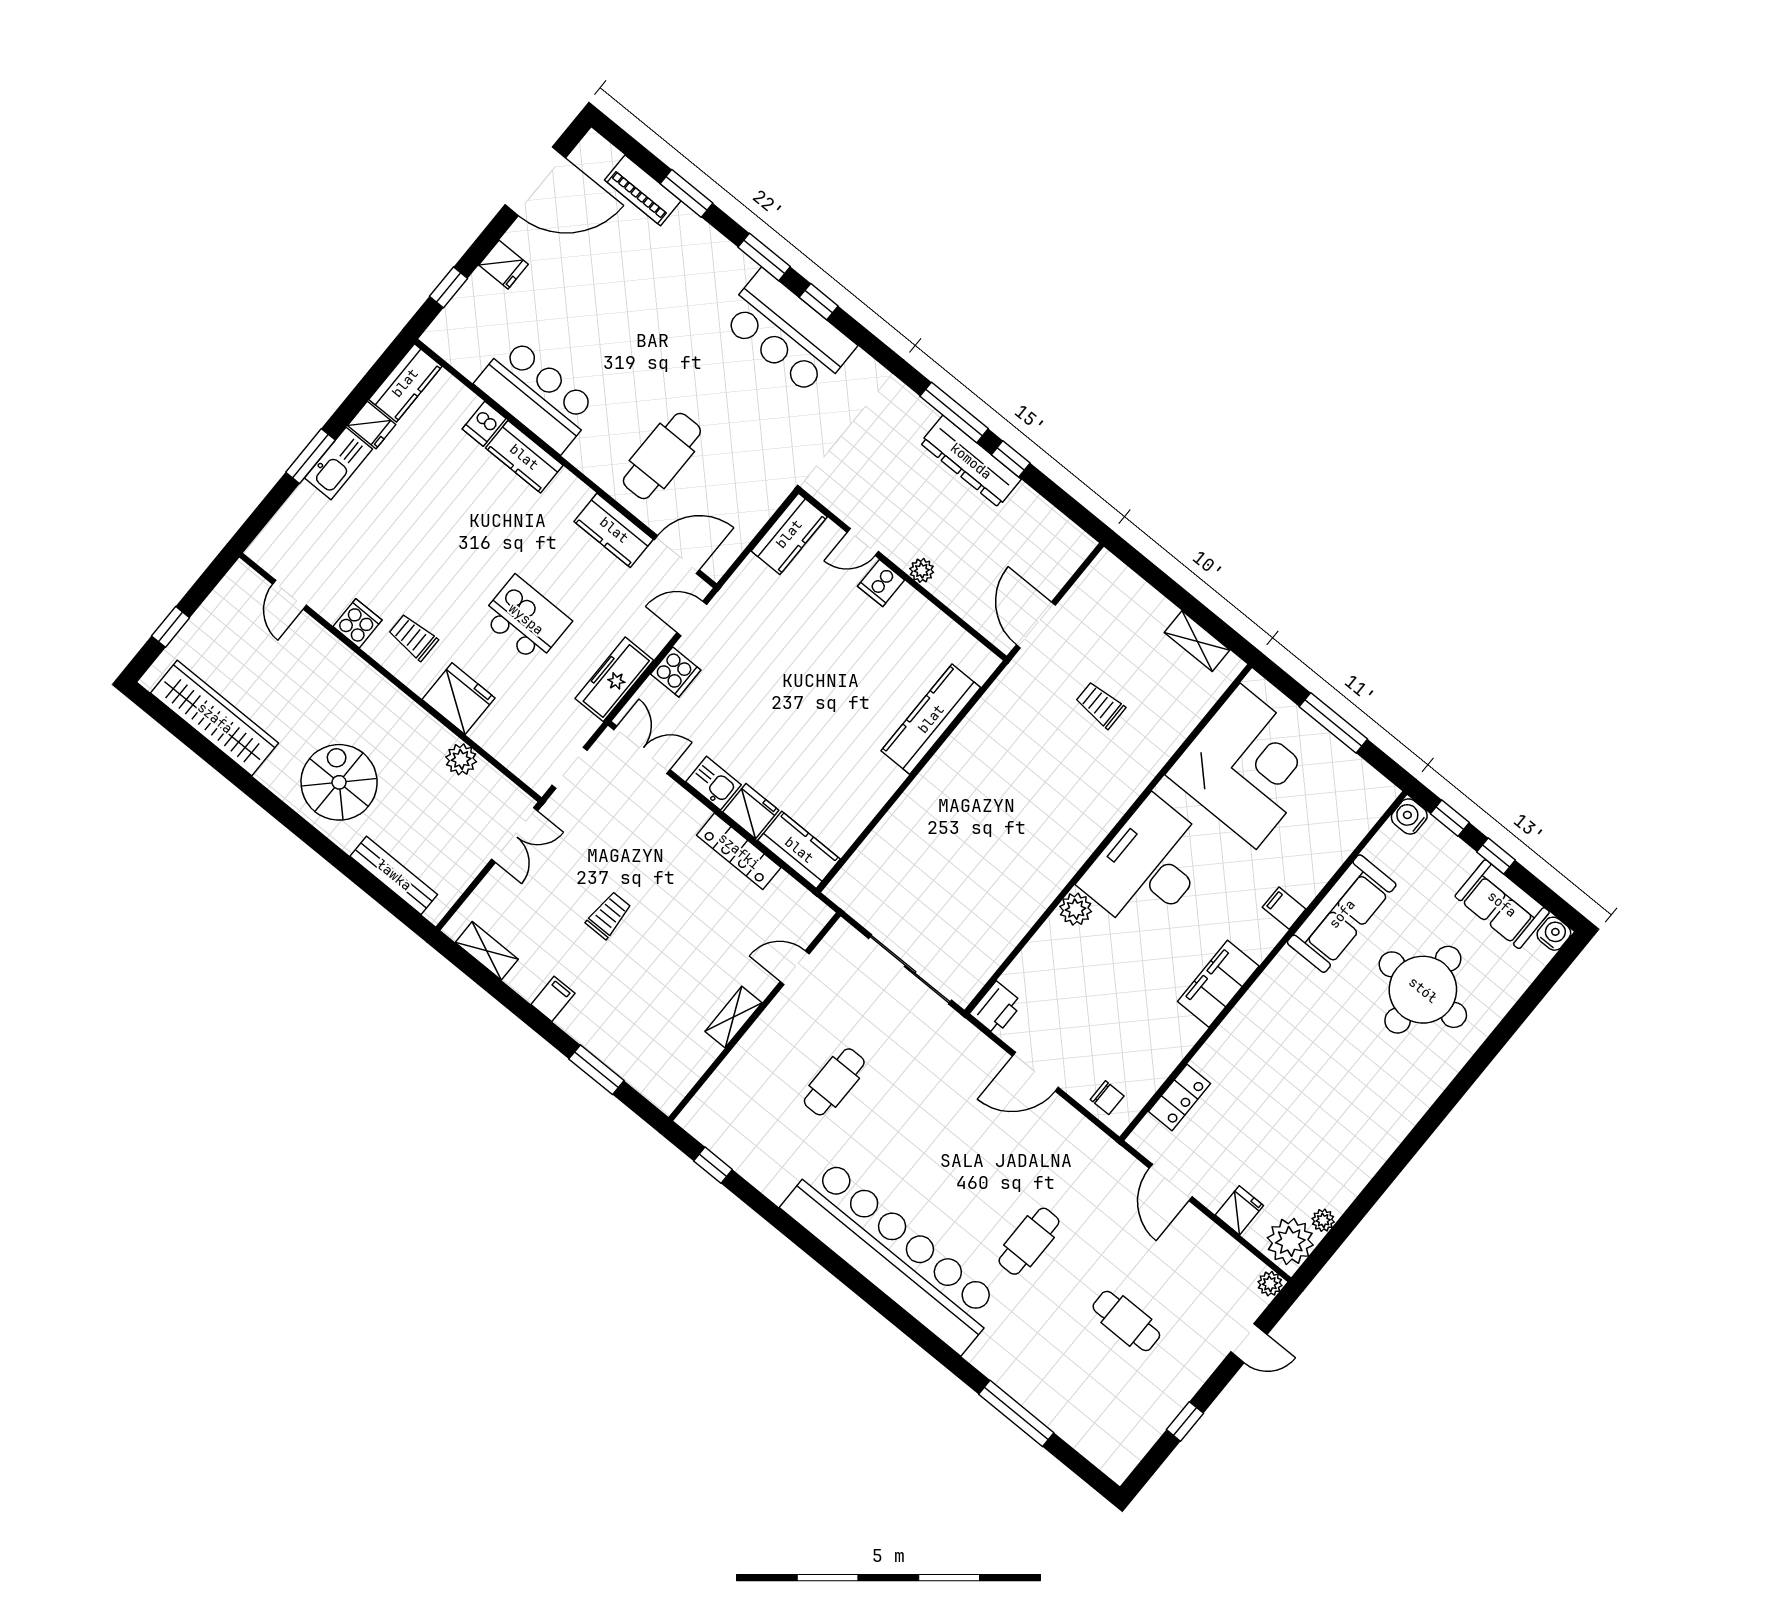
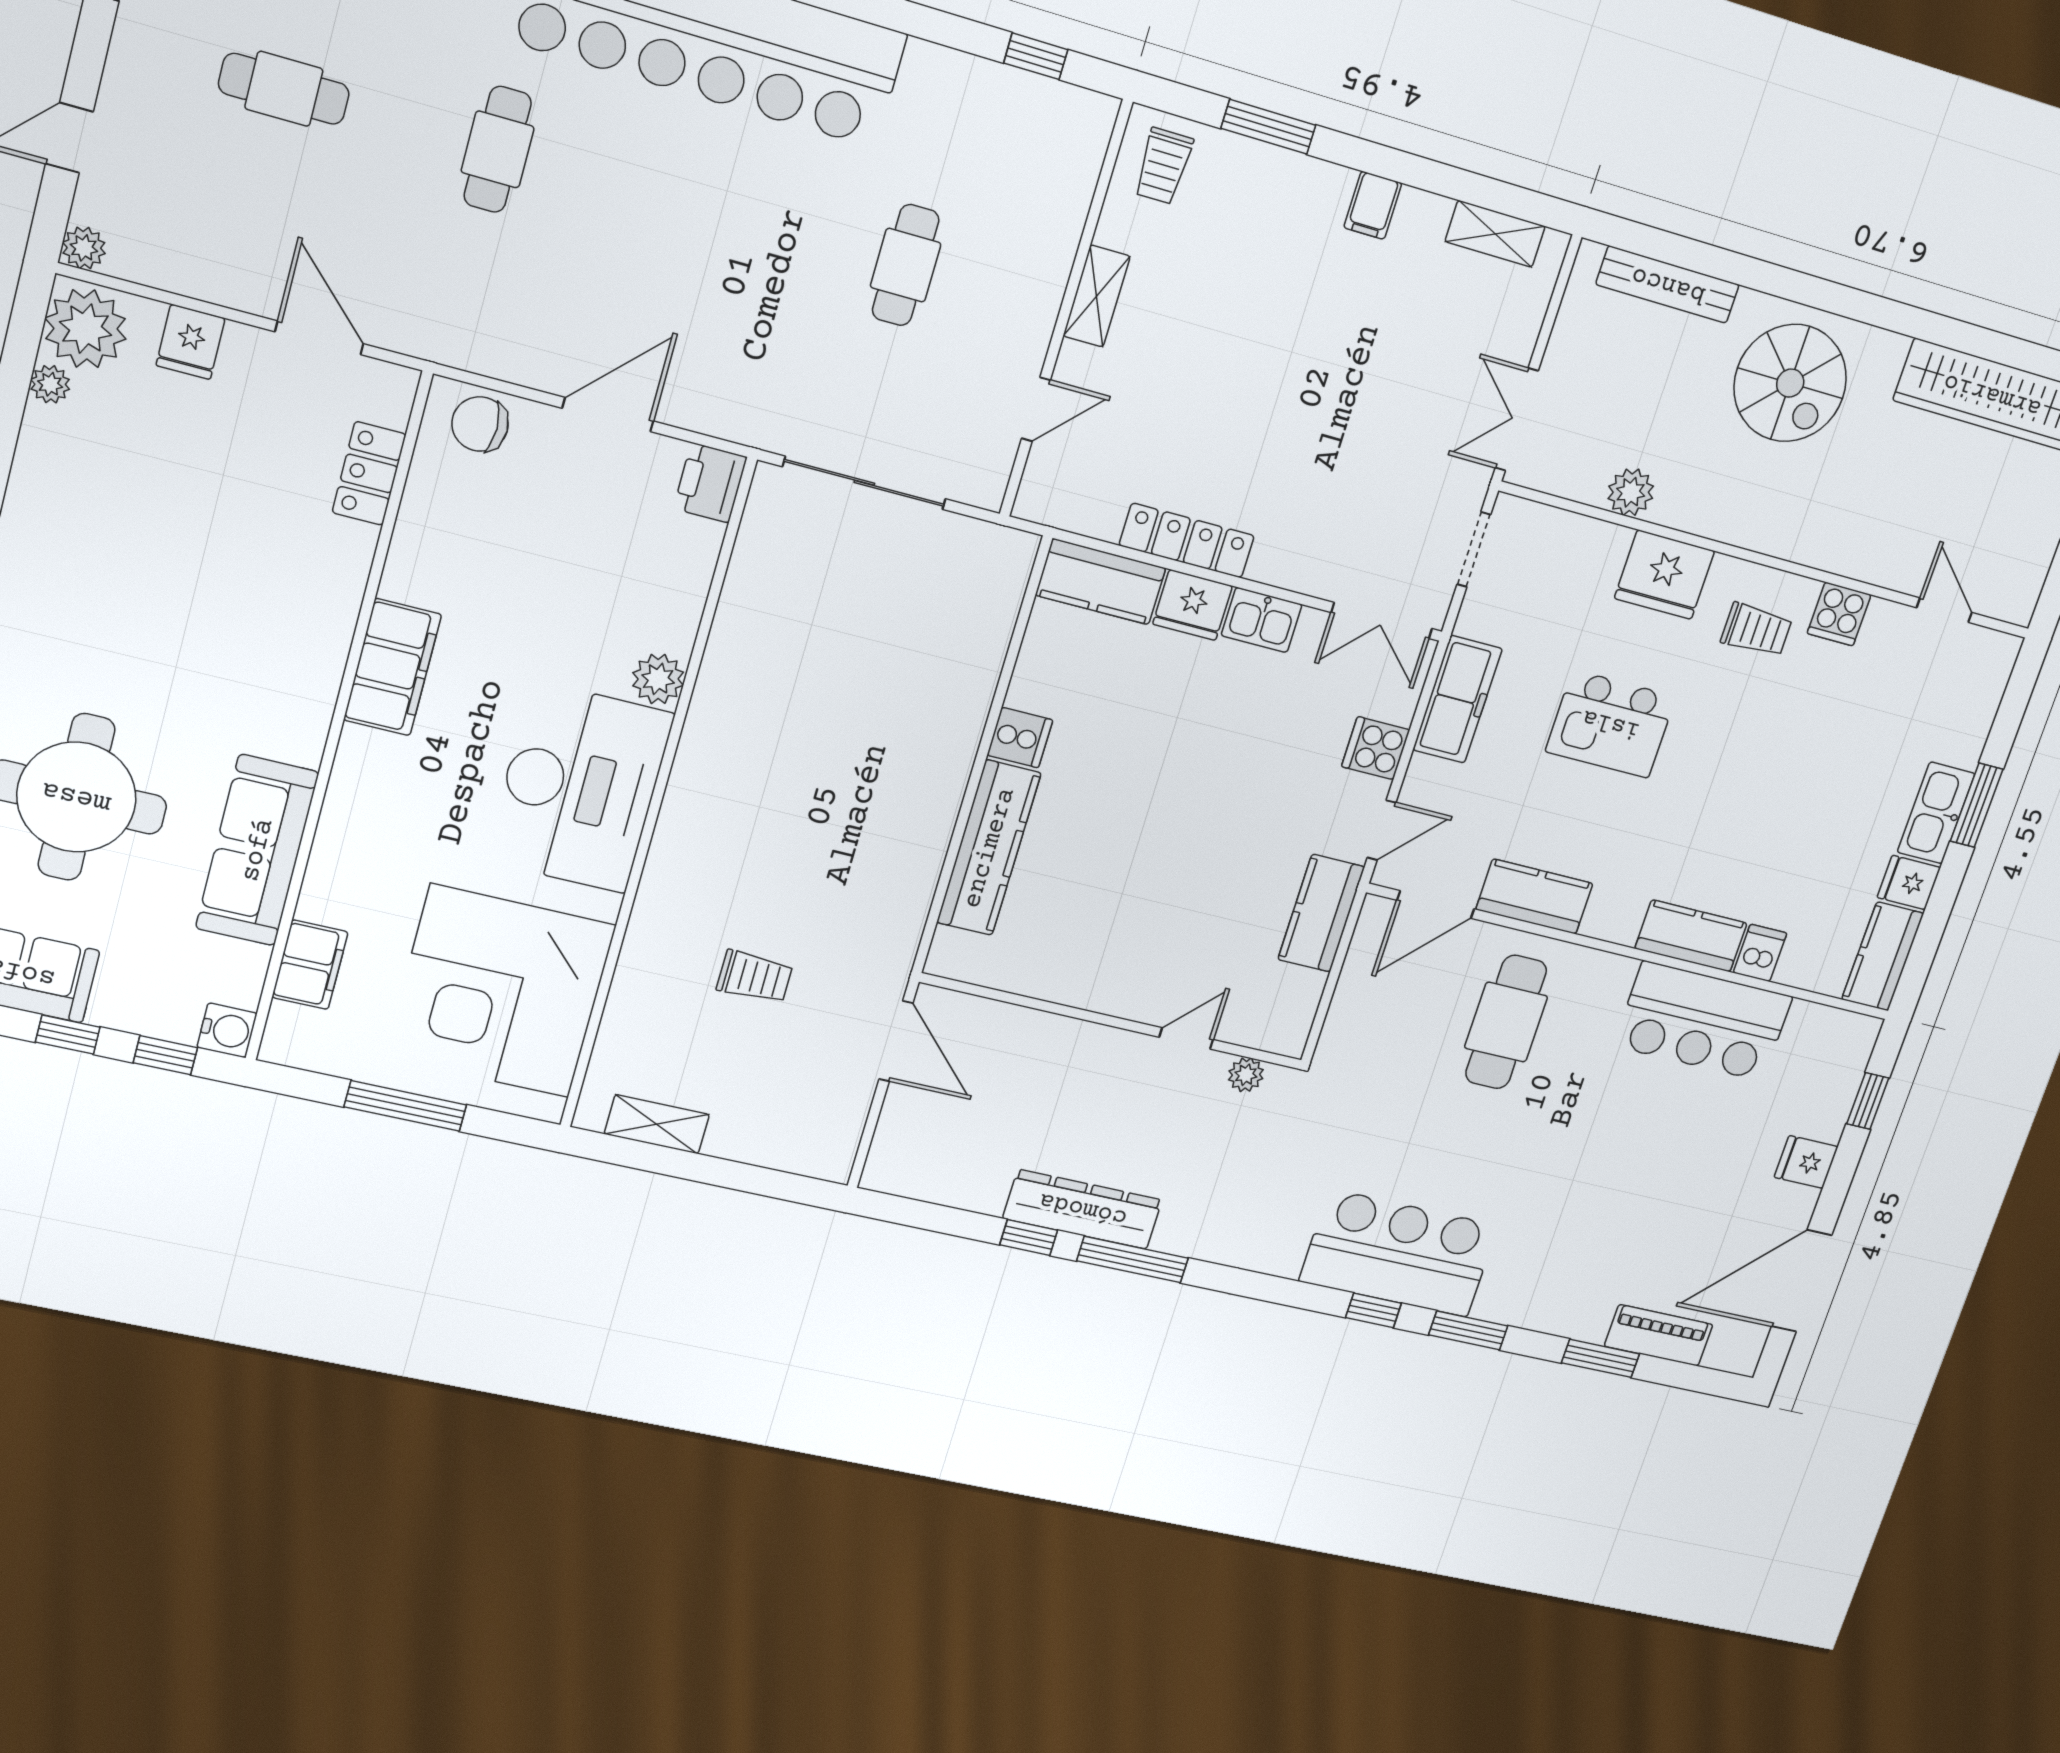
kitchen counter: (789, 534) -> (1321, 913), moved
plant: (922, 570) -> (1246, 1075), moved
cooker: (881, 583) -> (1020, 738), moved, turned 90
filing cabinet: (1284, 908) -> (310, 965), moved, width x2.00
trolley: (609, 915) -> (1163, 166), moved
chair: (1107, 1098) -> (480, 424), width x1.37, depth x1.37

